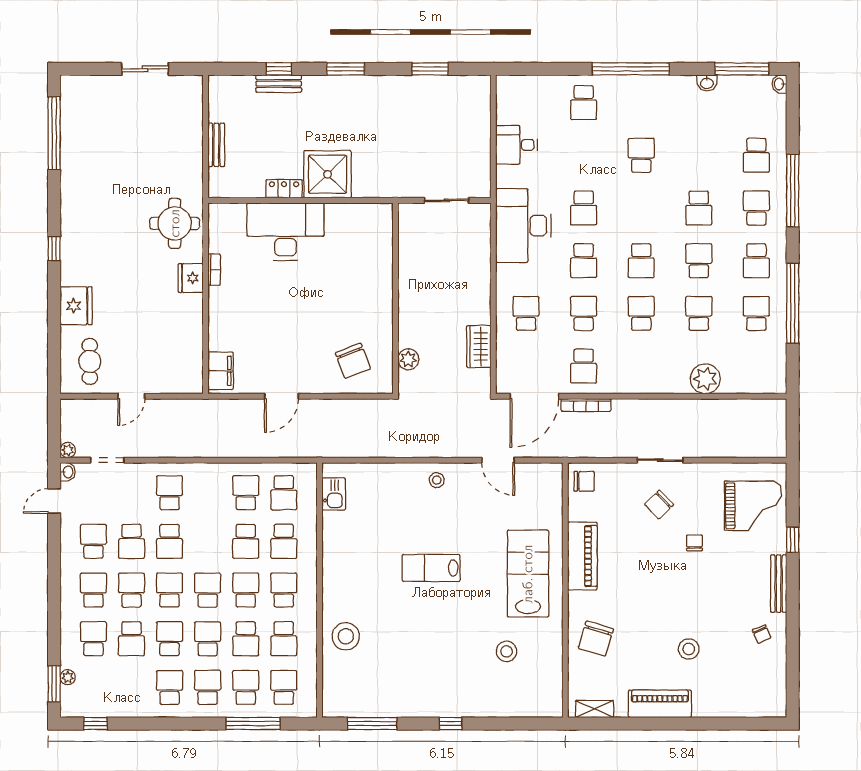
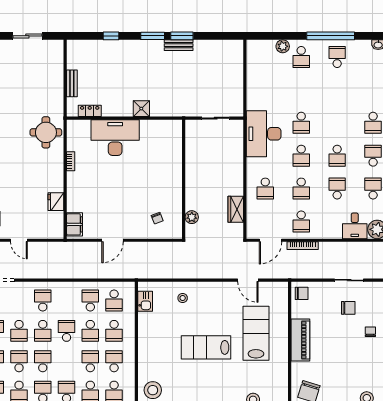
window: (430, 69) -> (182, 36), moved
bench: (279, 84) -> (179, 45), moved
plant: (554, 85) -> (283, 46), added
desk: (517, 145) -> (355, 226), moved, turned -90
school desk: (641, 155) -> (337, 57), moved
shower: (328, 174) -> (141, 109), width x0.54, depth x0.54
locker: (284, 189) -> (90, 111), moved
fridge: (191, 278) -> (56, 202), moved
school desk: (526, 313) -> (265, 189), turned 180
school desk: (584, 313) -> (301, 189), turned 180
chair: (353, 361) -> (157, 218), width x0.54, depth x0.54
door: (131, 396) -> (19, 240), hinge flipped
door: (534, 396) -> (271, 240), width x0.73
stool: (437, 480) -> (183, 298), moved
chair: (659, 505) -> (348, 308), turned -136
lab bench: (431, 568) -> (206, 347), width x1.36, depth x1.39
lab bench: (528, 574) -> (256, 333), moved
school desk: (208, 590) -> (67, 331), moved

